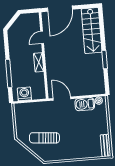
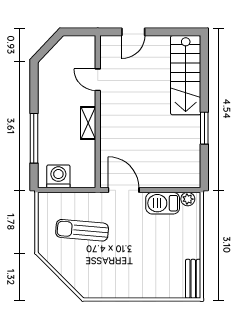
door: (60, 9) -> (133, 32), width x0.53
door: (42, 37) -> (98, 80), hinge flipped
sun lounger: (44, 138) -> (82, 230), moved

